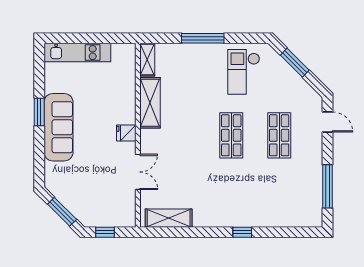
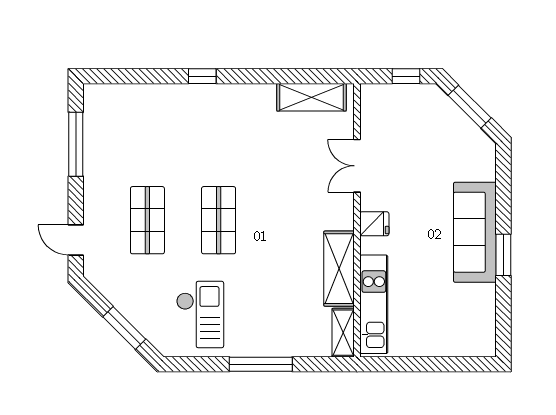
kitchen unit: (77, 53) -> (374, 304), moved, turned 90

